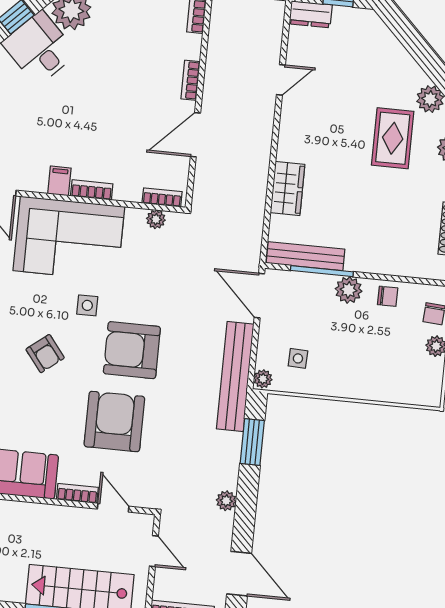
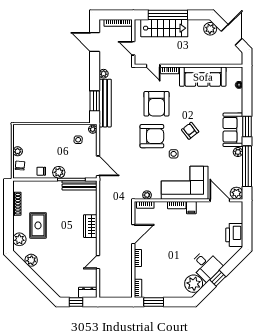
rug: (393, 138) -> (38, 225), moved
wardrobe: (287, 188) -> (90, 226), moved
bench: (235, 376) -> (105, 103), moved

